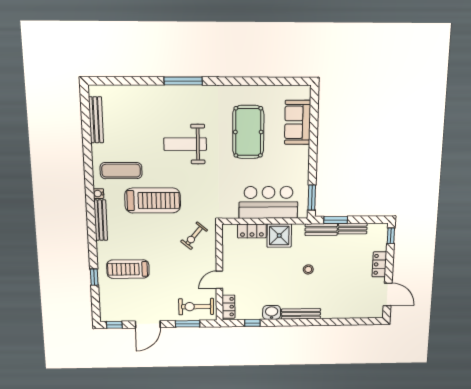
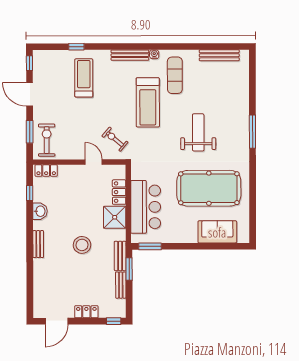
pool table: (248, 132) -> (209, 188), width x1.36, depth x1.32
stool: (308, 269) -> (82, 245), width x1.89, depth x1.89
door: (219, 280) -> (94, 162), moved
bench: (301, 314) -> (38, 244), width x0.73

